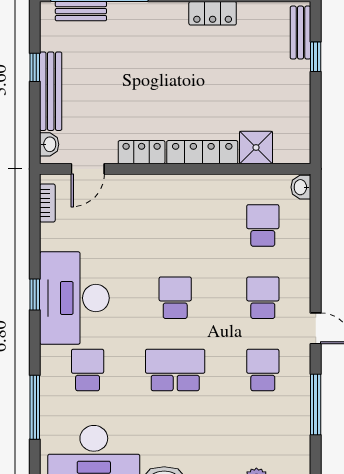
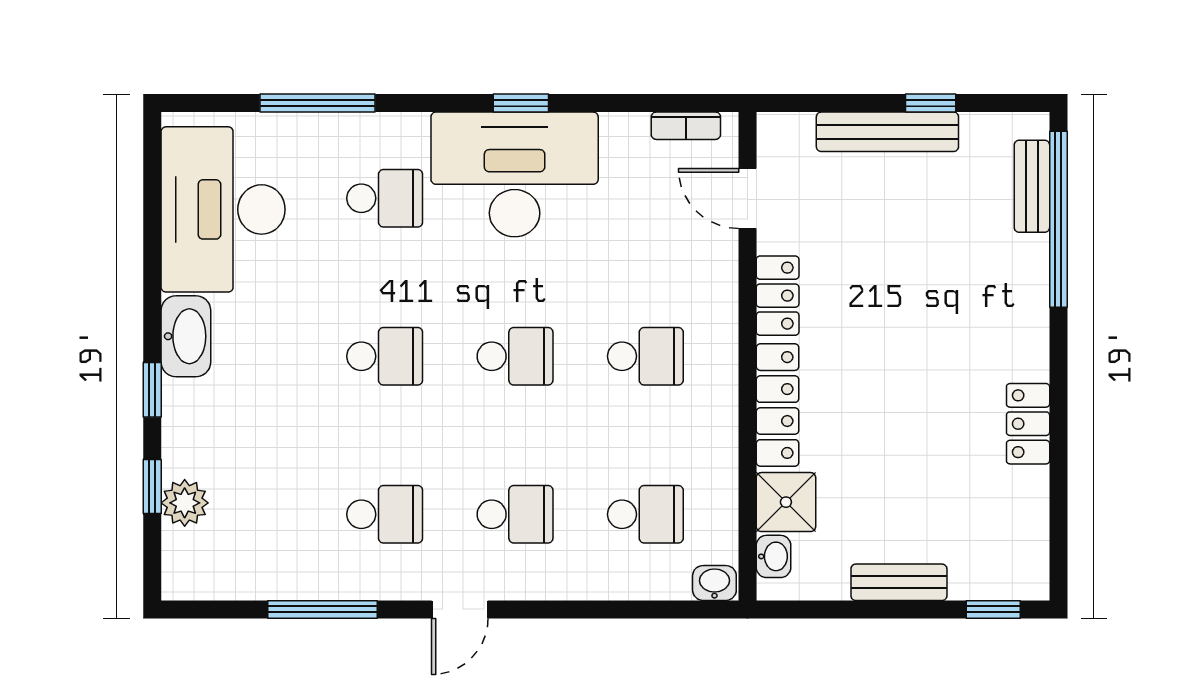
bench: (301, 33) -> (899, 582), moved
window: (316, 57) -> (993, 609), moved
washbasin: (49, 144) -> (774, 556), moved, turned -90
school desk: (175, 225) -> (645, 356), added
school desk: (175, 370) -> (385, 356), width x0.54

